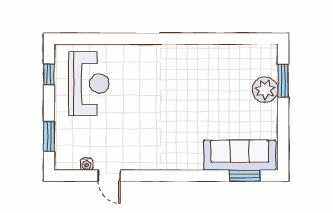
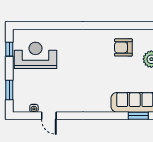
armchair: (222, 72) -> (123, 47), added
reception desk: (89, 84) -> (35, 55), turned -90

